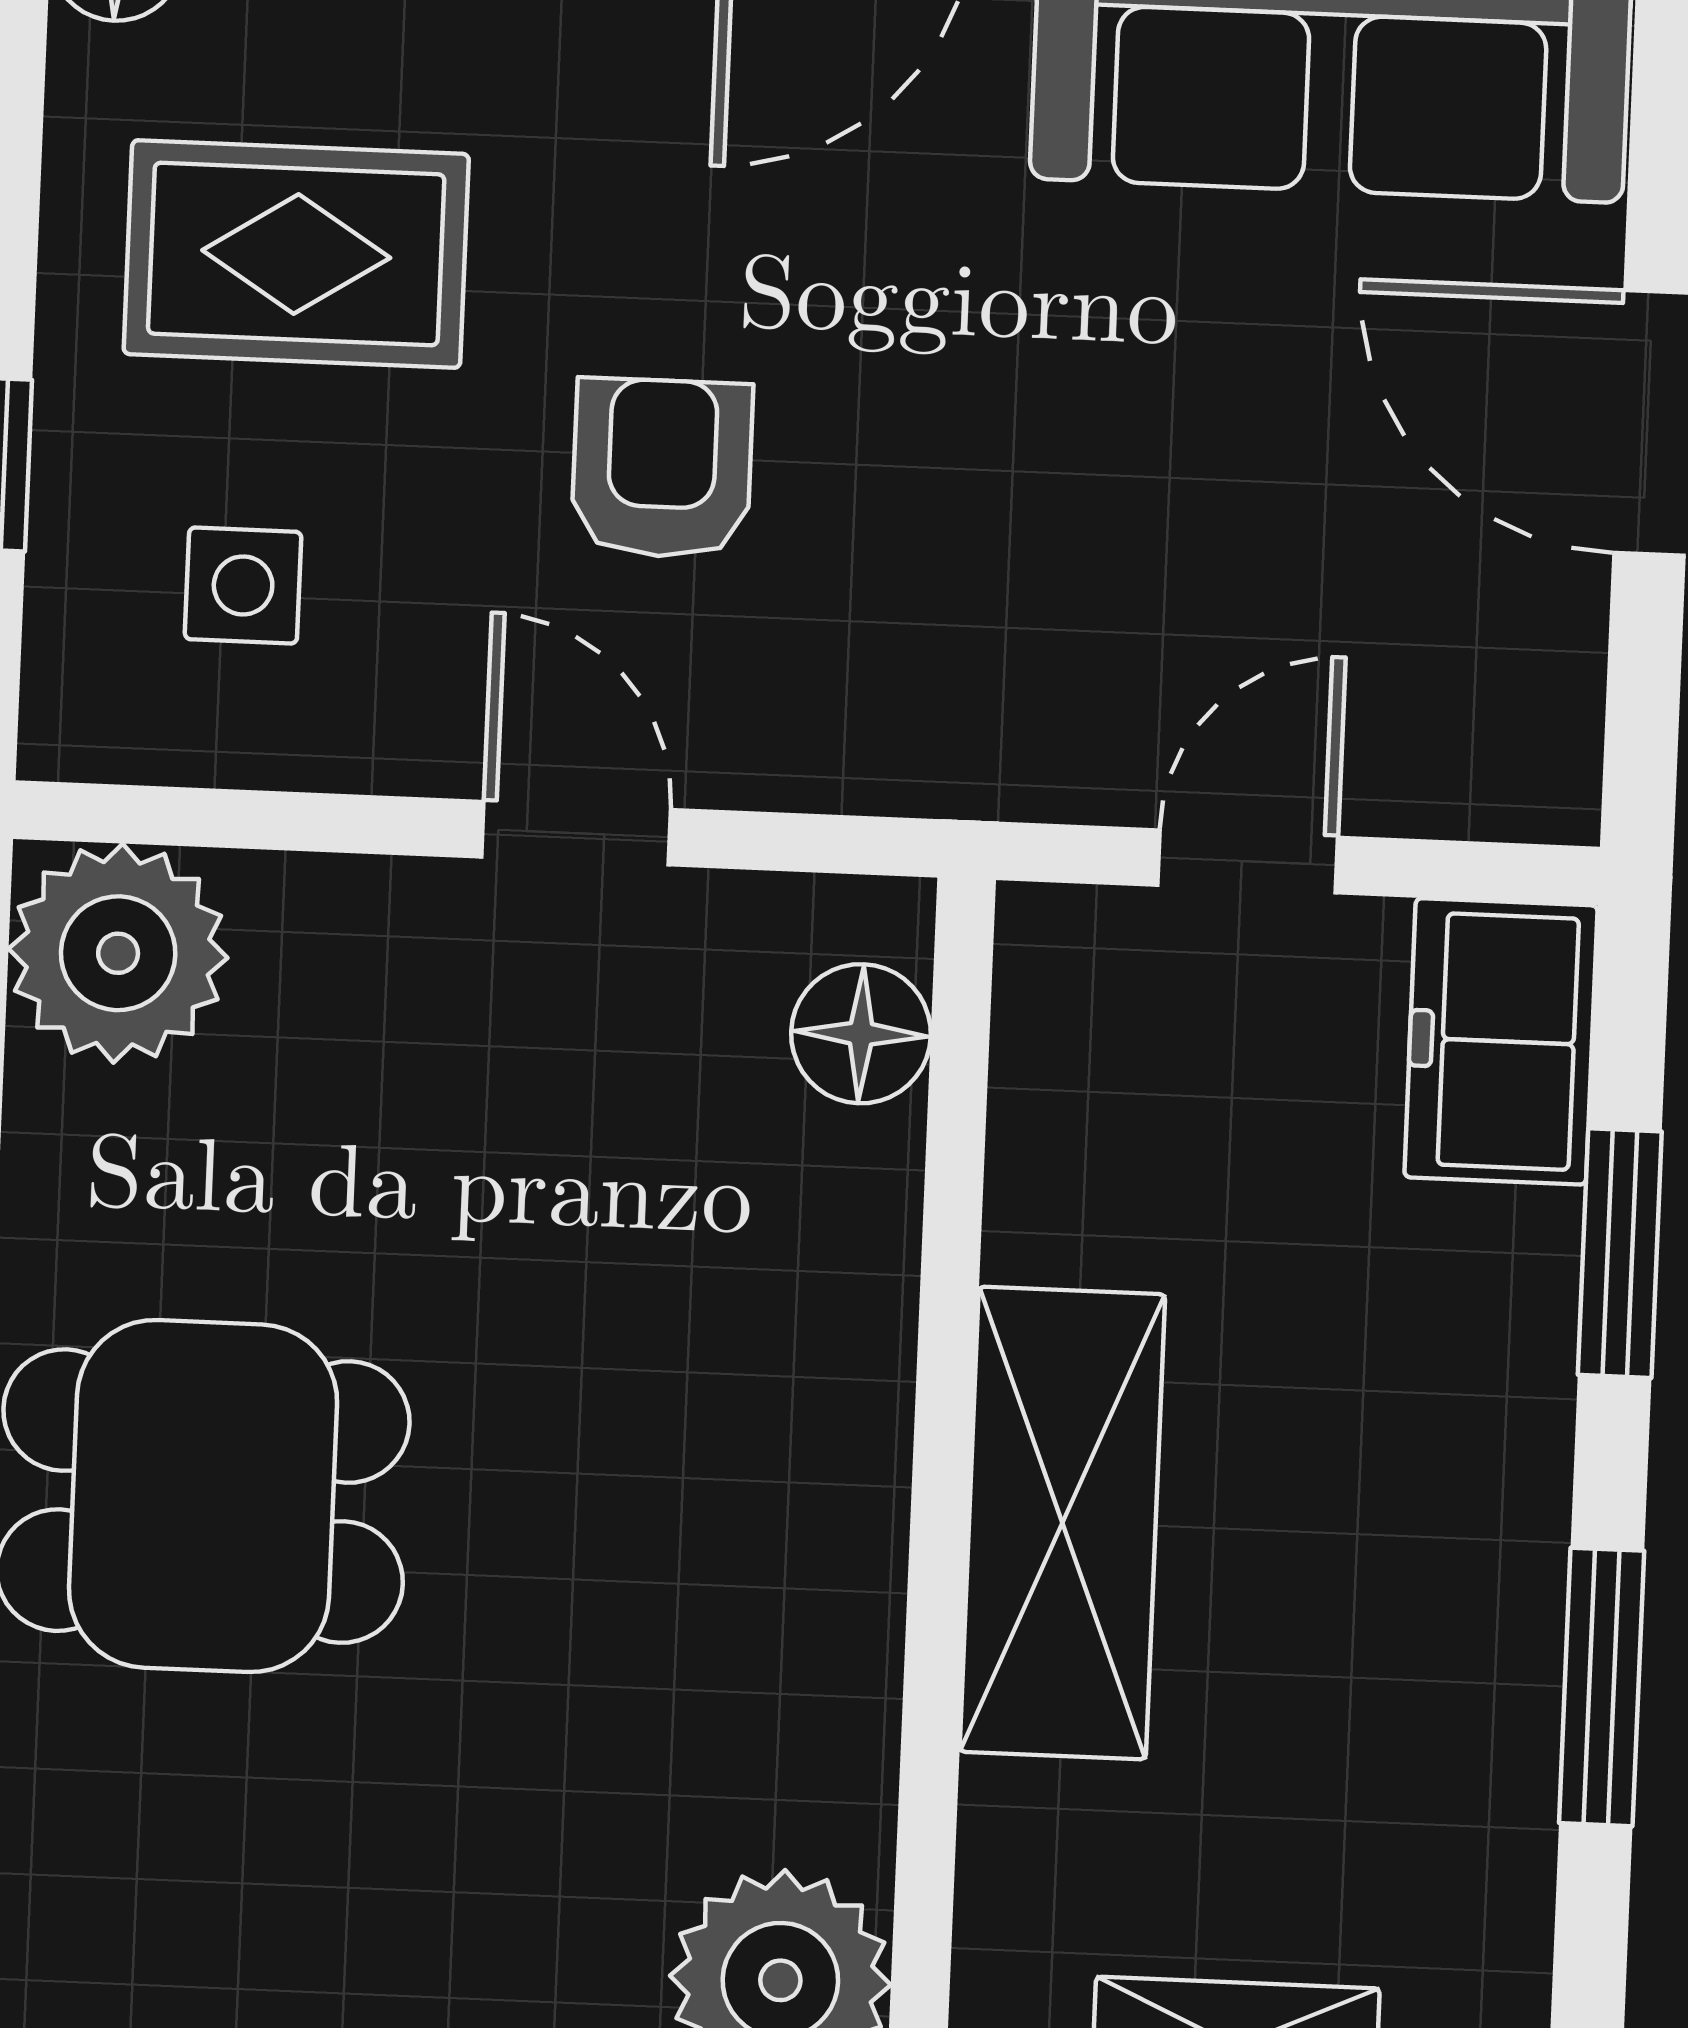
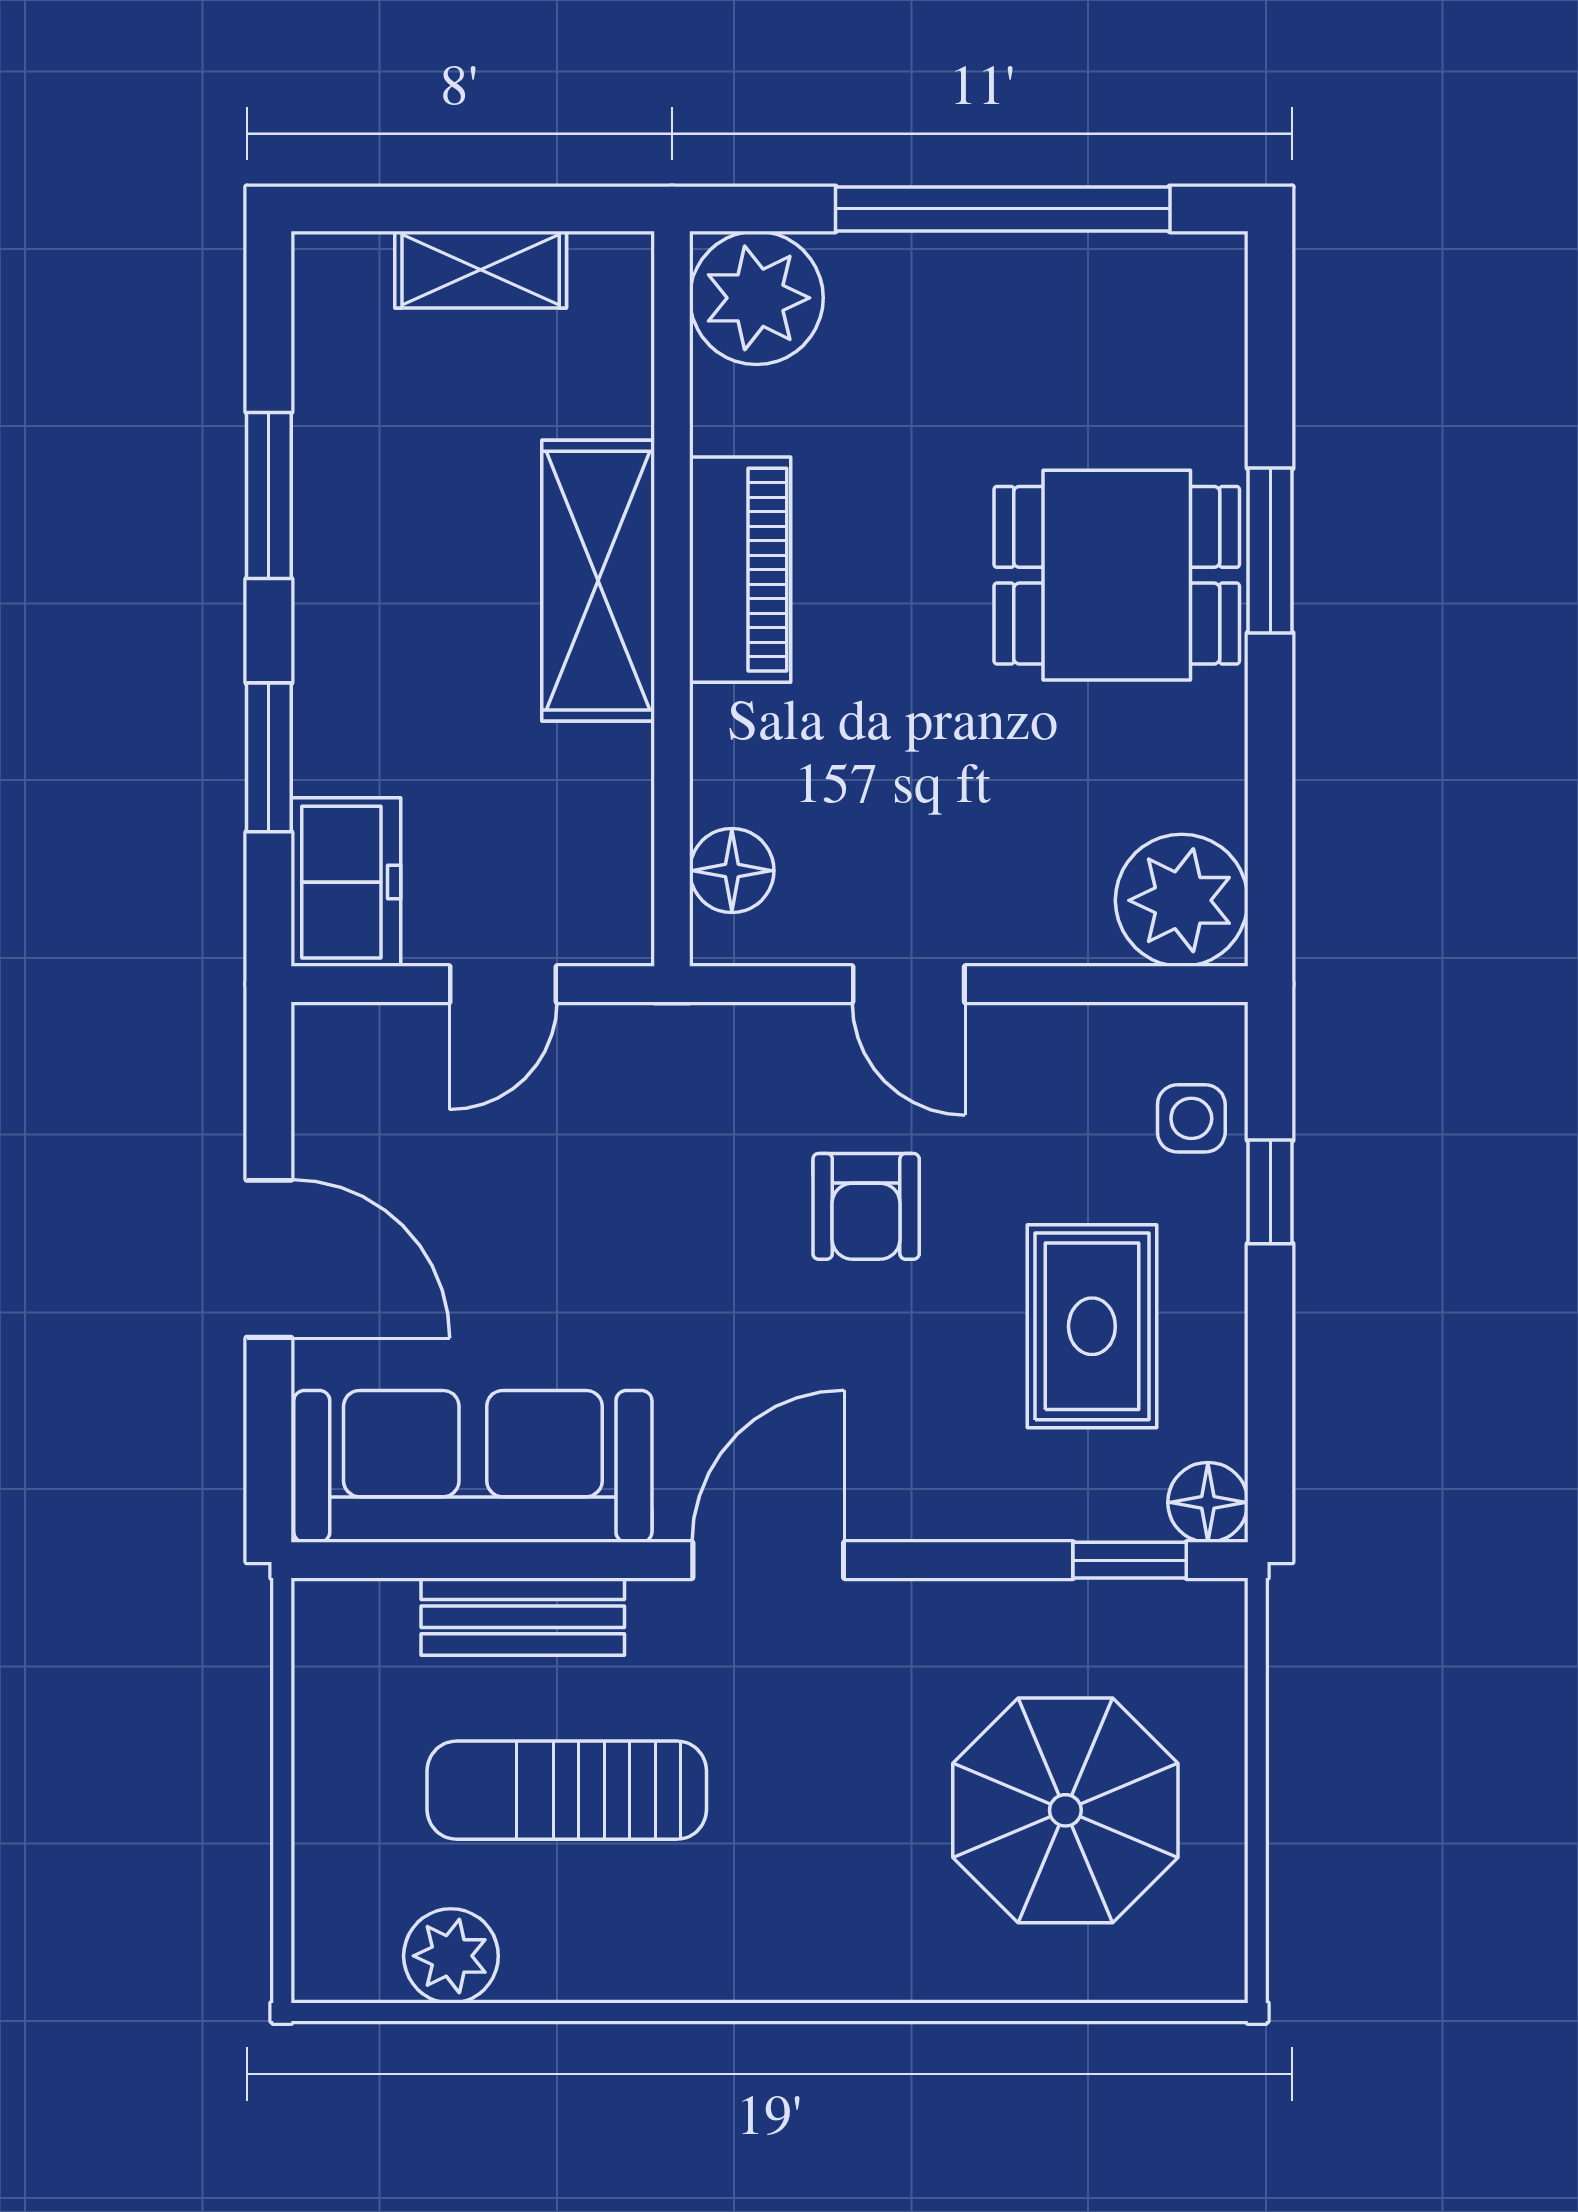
rug: (296, 254) -> (1092, 1326), turned 90
side table: (243, 585) -> (1191, 1118), moved
piano: (826, 1531) -> (740, 570), added

